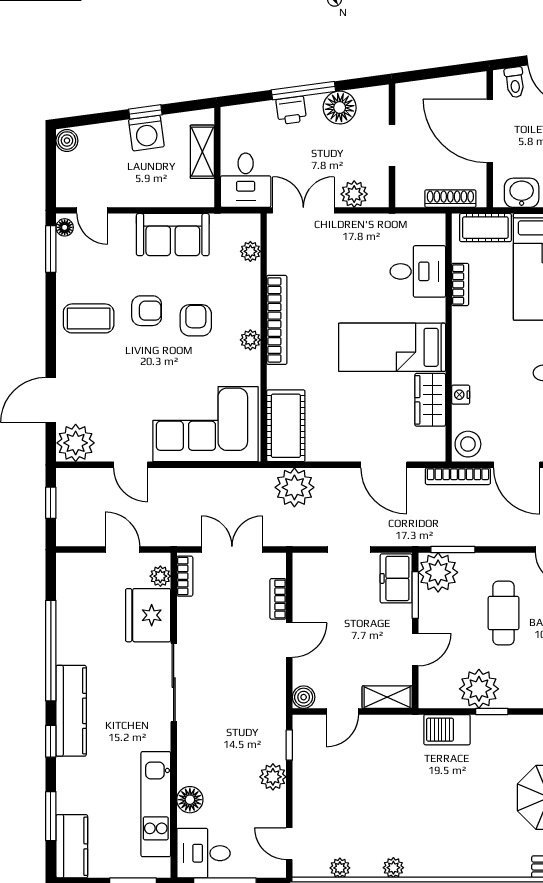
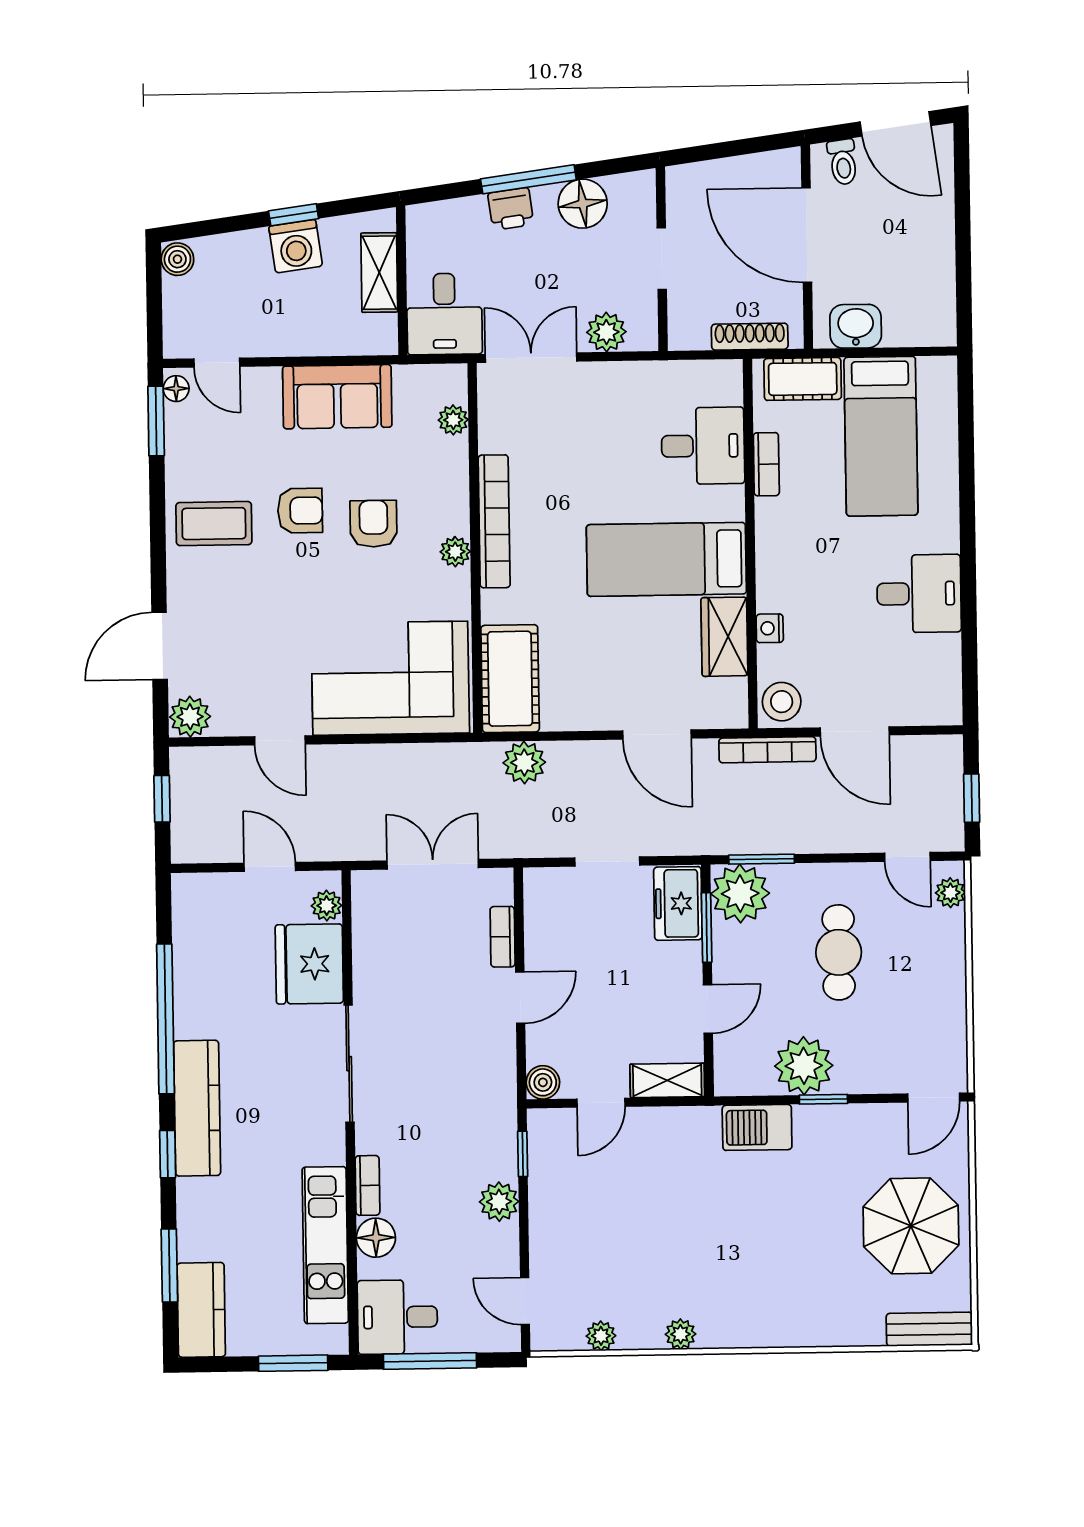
plant: (76, 443) -> (190, 717), width x0.73, depth x0.73
plant: (294, 487) -> (524, 763), width x0.73, depth x0.73
bookcase: (185, 576) -> (367, 1185), moved

